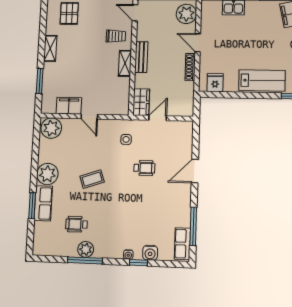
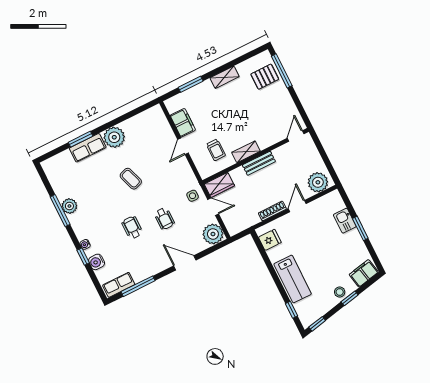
trolley: (116, 36) -> (216, 150), moved
plant: (51, 128) -> (213, 234), moved
side table: (126, 139) -> (193, 196), moved
wheelchair: (77, 224) -> (132, 228), moved

